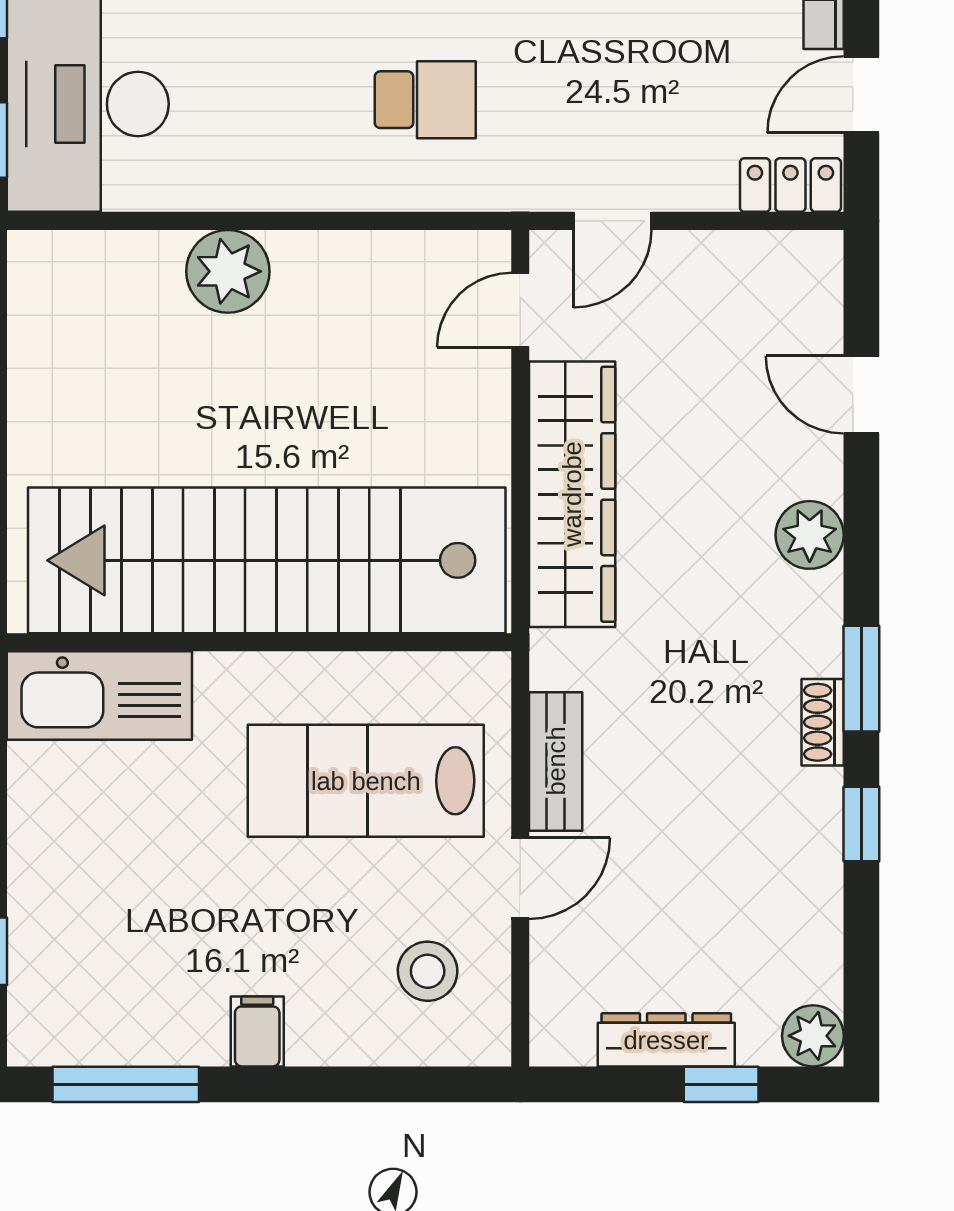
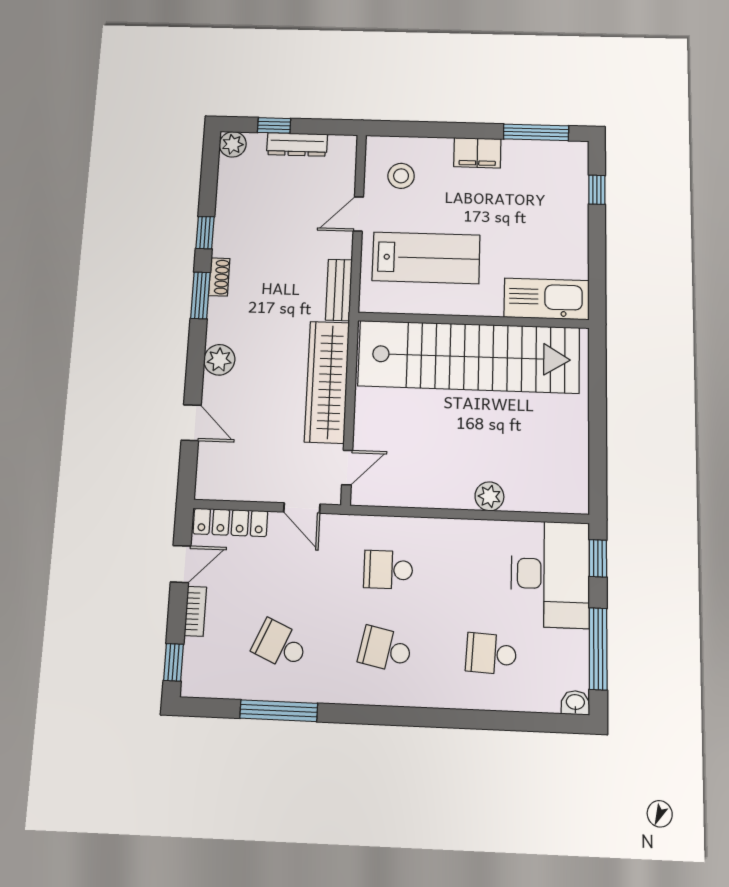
locker: (790, 185) -> (230, 522), width x1.53
door: (613, 221) -> (302, 508), swing flipped
plant: (228, 271) -> (489, 496), width x0.73, depth x0.73
bench: (556, 761) -> (339, 290), moved
filing cabinet: (257, 1032) -> (477, 153), width x2.00

